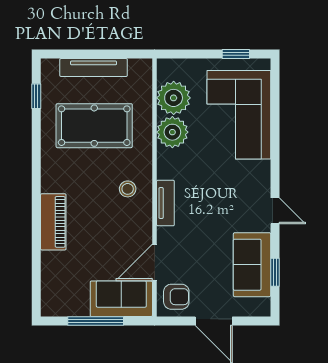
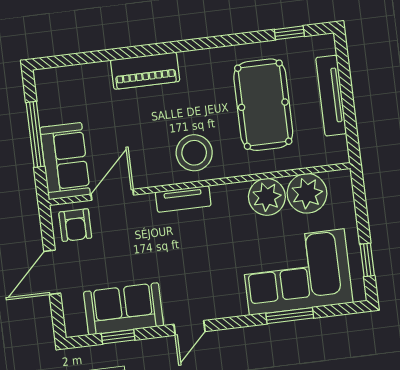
window: (275, 125) -> (290, 316), added
stool: (128, 189) -> (194, 153), width x1.89, depth x1.89
door: (155, 262) -> (112, 195), hinge flipped

